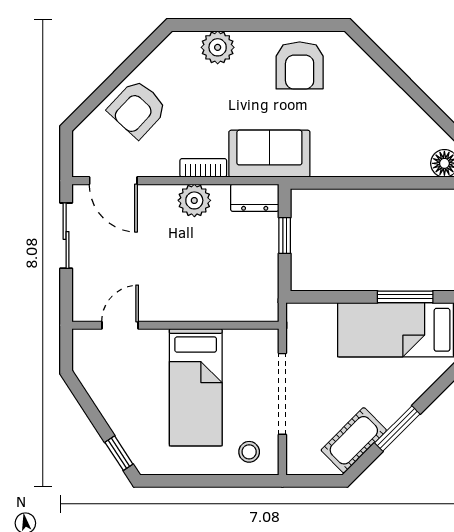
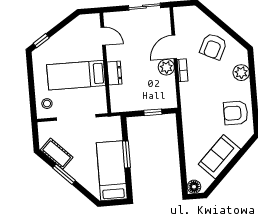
armchair: (137, 109) -> (213, 46), moved, turned -107
sofa: (269, 154) -> (220, 157), moved, turned -135
door: (113, 181) -> (174, 47), moved
dresser: (255, 198) -> (114, 73), moved, turned 180
window: (405, 297) -> (126, 154), moved

